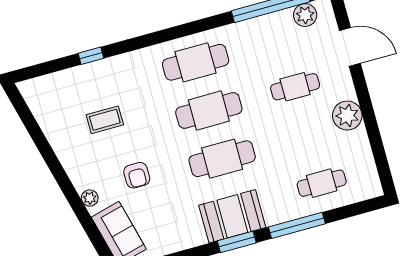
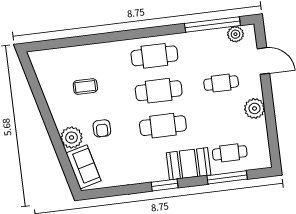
window: (91, 56) -> (82, 41), removed
plant: (90, 198) -> (72, 138), width x1.87, depth x1.87
booth: (232, 216) -> (189, 164), moved
window: (297, 225) -> (227, 177), moved

